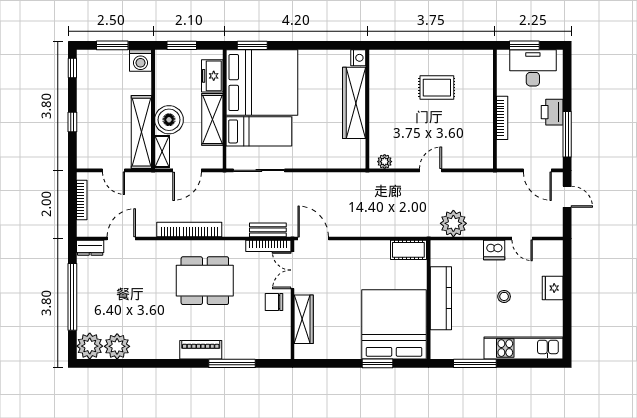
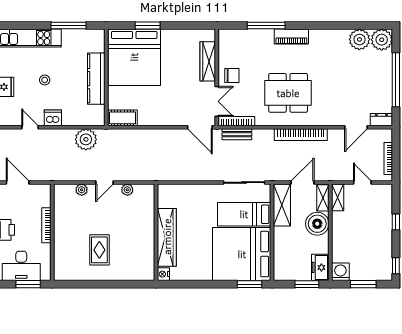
freezer: (212, 76) -> (320, 267), moved, turned 180
rug: (437, 88) -> (99, 250), turned 90
shelving: (212, 119) -> (282, 205), moved
shelving: (141, 132) -> (338, 197), width x0.45, depth x0.75
plant: (459, 161) -> (82, 190), added
plant: (385, 162) -> (127, 190), moved

